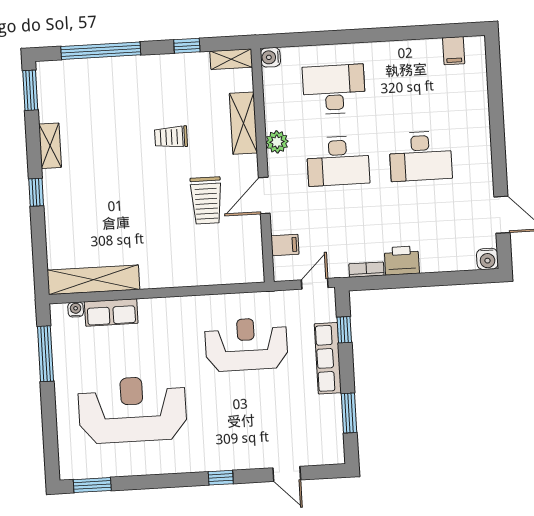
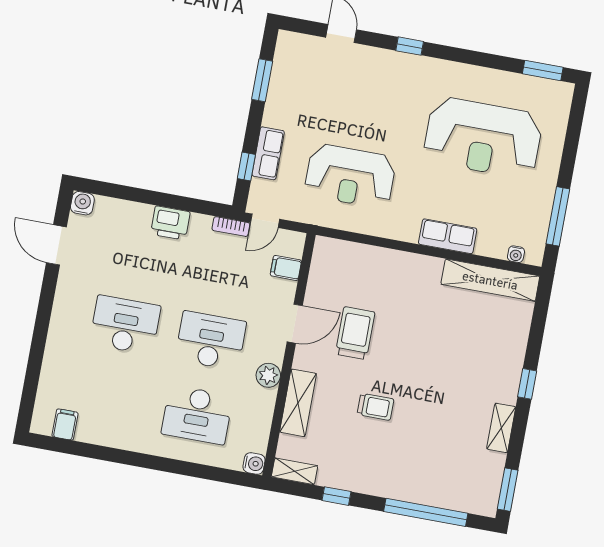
bookcase: (366, 270) -> (231, 227), moved
row of seats: (111, 312) -> (448, 236), moved
row of seats: (328, 358) -> (268, 153), width x0.68

